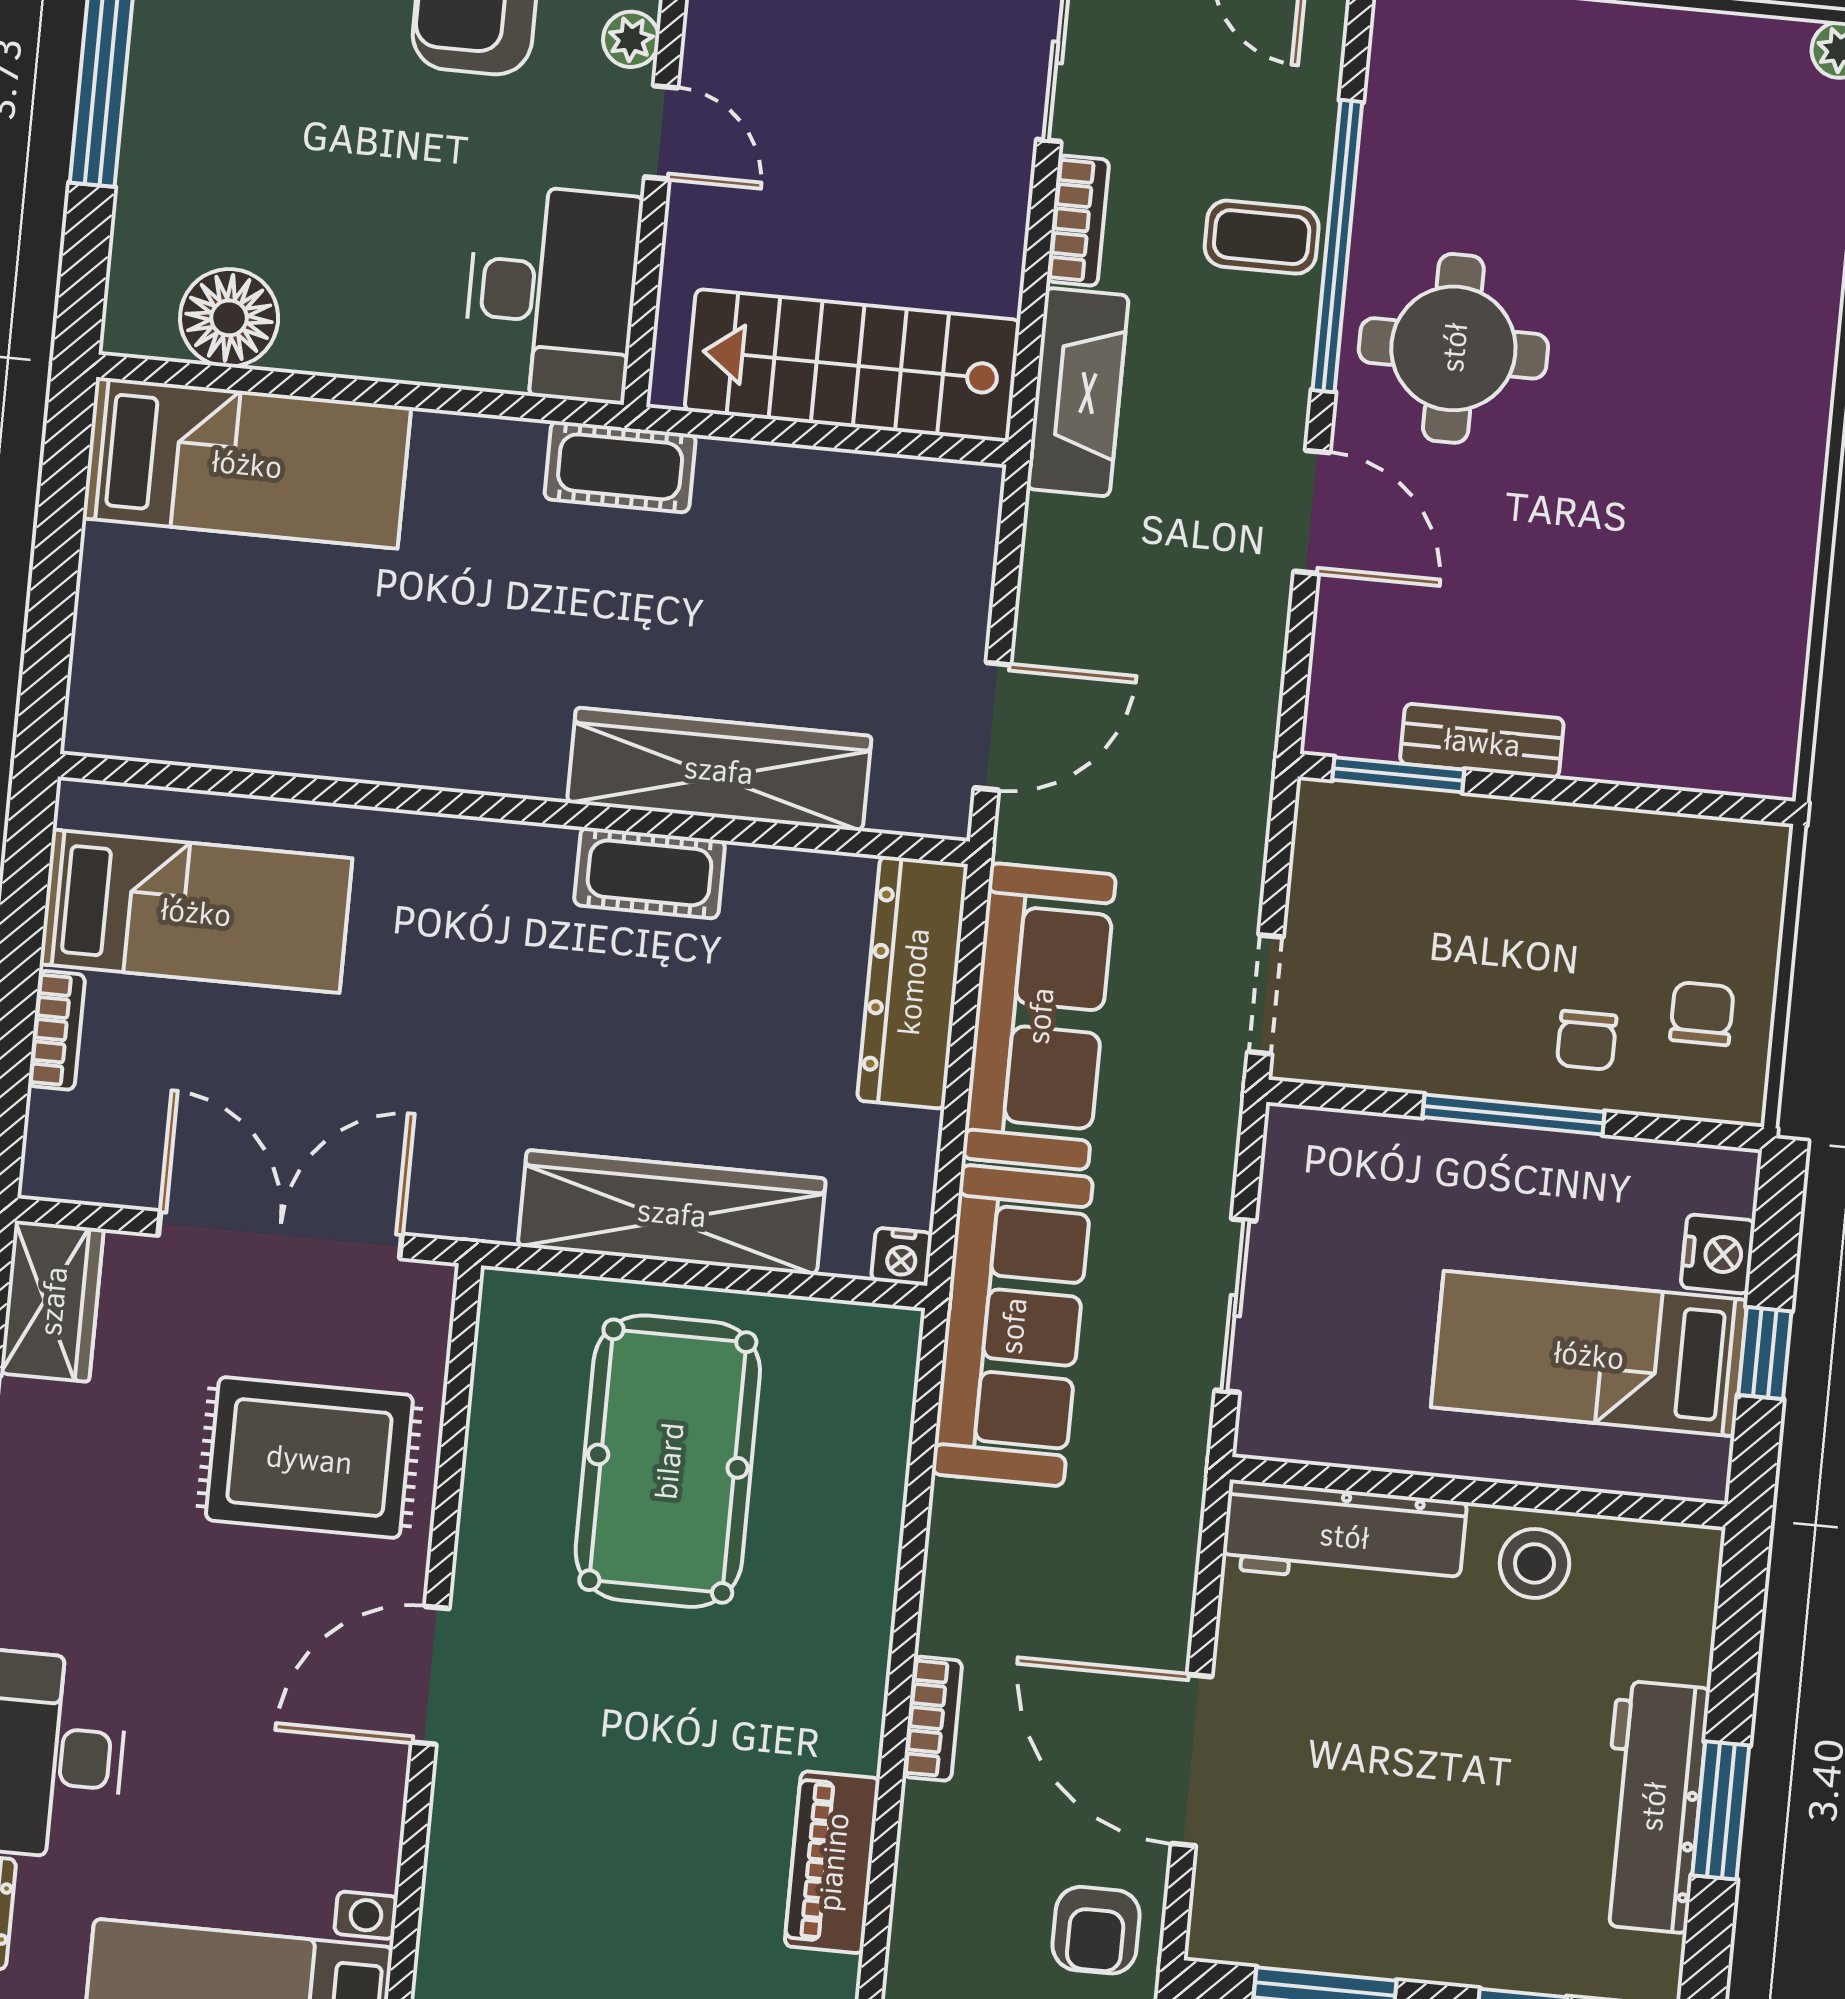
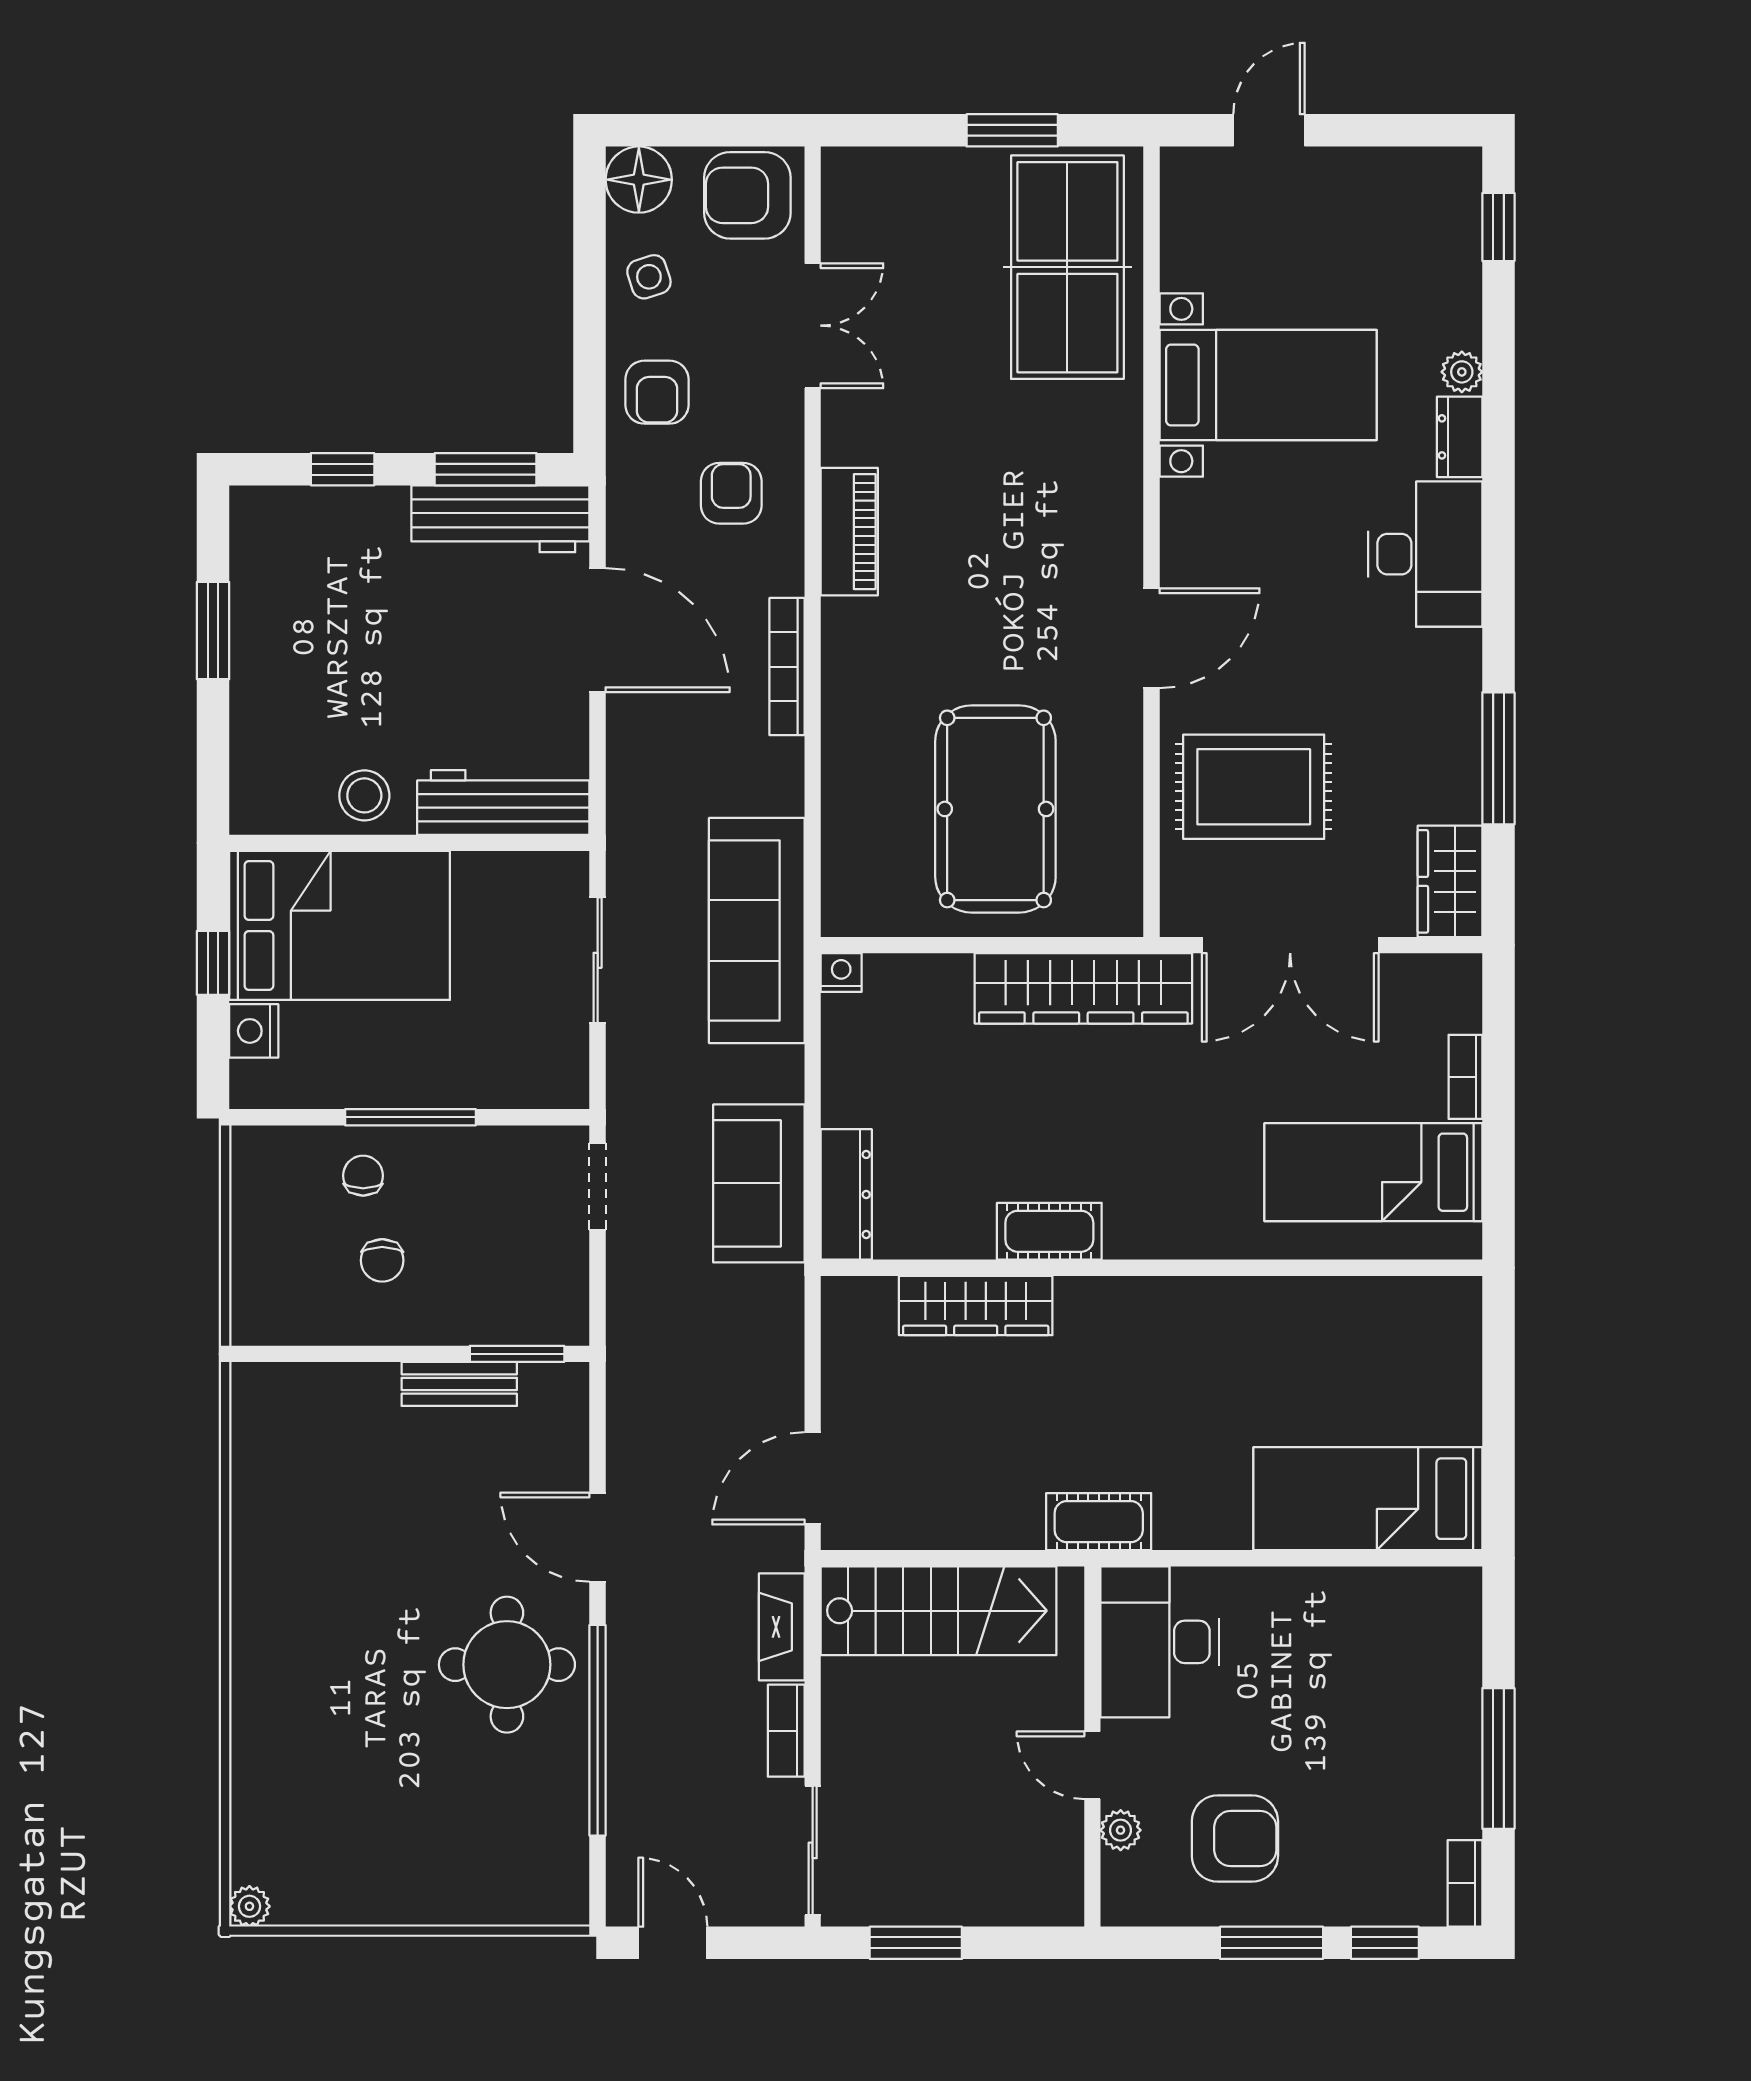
coffee table: (1262, 237) -> (653, 1732), removed
floor lamp: (229, 318) -> (1391, 1602), removed
fireplace: (1078, 392) -> (782, 1627), width x0.73, depth x0.76
door: (992, 726) -> (813, 1478), moved
wardrobe: (719, 769) -> (976, 1306), width x0.71, depth x0.85
dresser: (912, 982) -> (846, 1194), width x0.73, depth x0.80
chair: (1702, 1014) -> (382, 1260), moved
sofa: (1039, 1016) -> (759, 1183), width x0.73
wardrobe: (672, 1212) -> (1083, 988), moved
bed: (1589, 1354) -> (339, 925), width x1.50
bookcase: (932, 1719) -> (787, 667), width x1.56
workbench: (1652, 1807) -> (500, 519), moved, turned 90
armchair: (1096, 1930) -> (731, 493), moved

